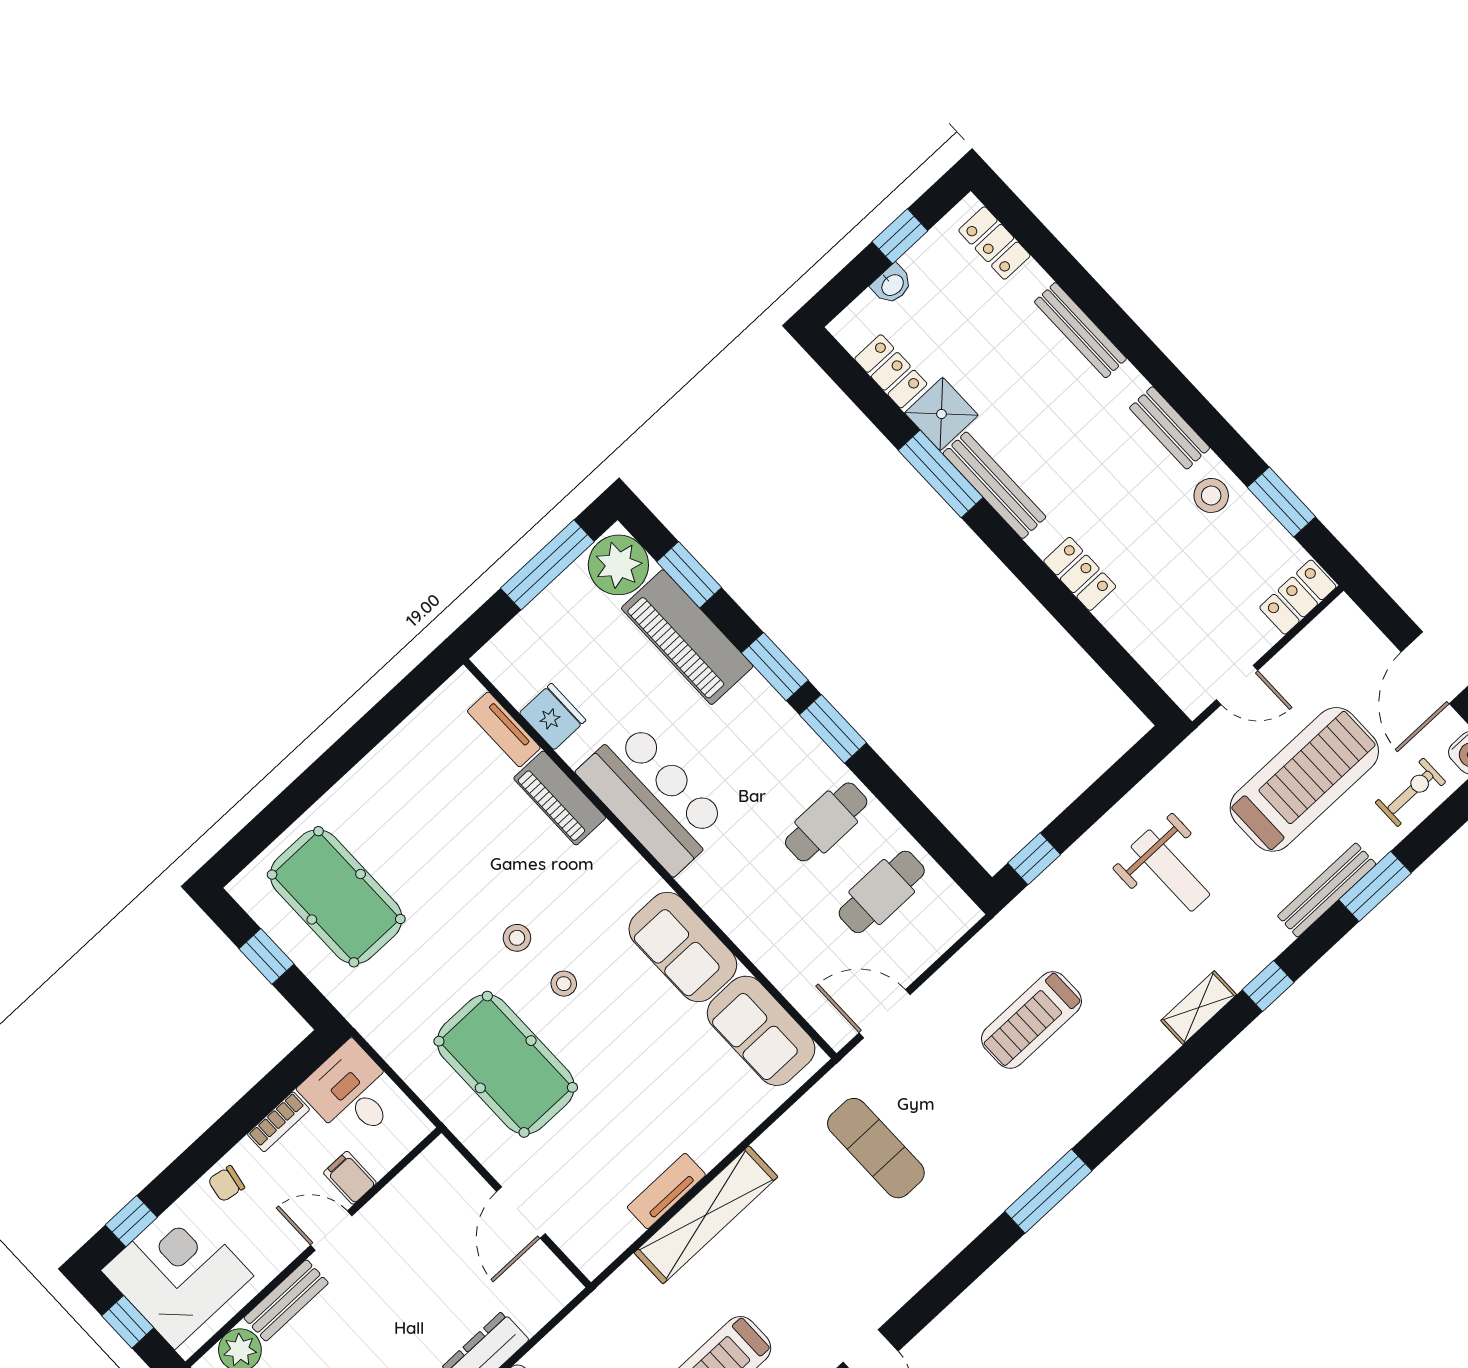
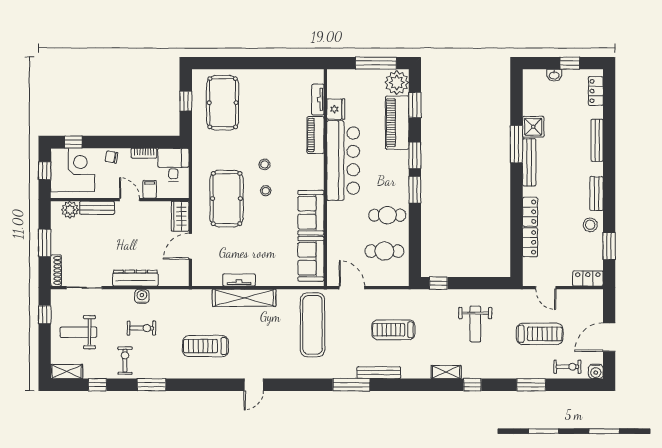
locker: (891, 371) -> (530, 242), moved
treadmill: (1304, 779) -> (540, 334), width x0.73, depth x0.73
bar counter: (653, 798) -> (343, 161), width x1.36
bench: (1327, 890) -> (379, 373), moved
exercise mat: (876, 1148) -> (312, 325), width x1.36, depth x1.45
wardrobe: (451, 1175) -> (180, 216), added

